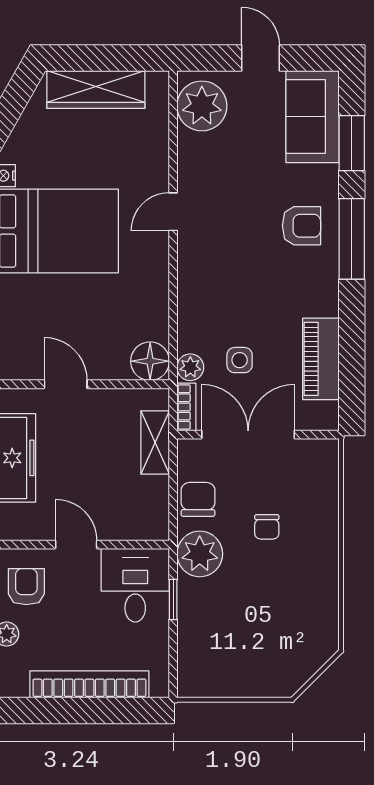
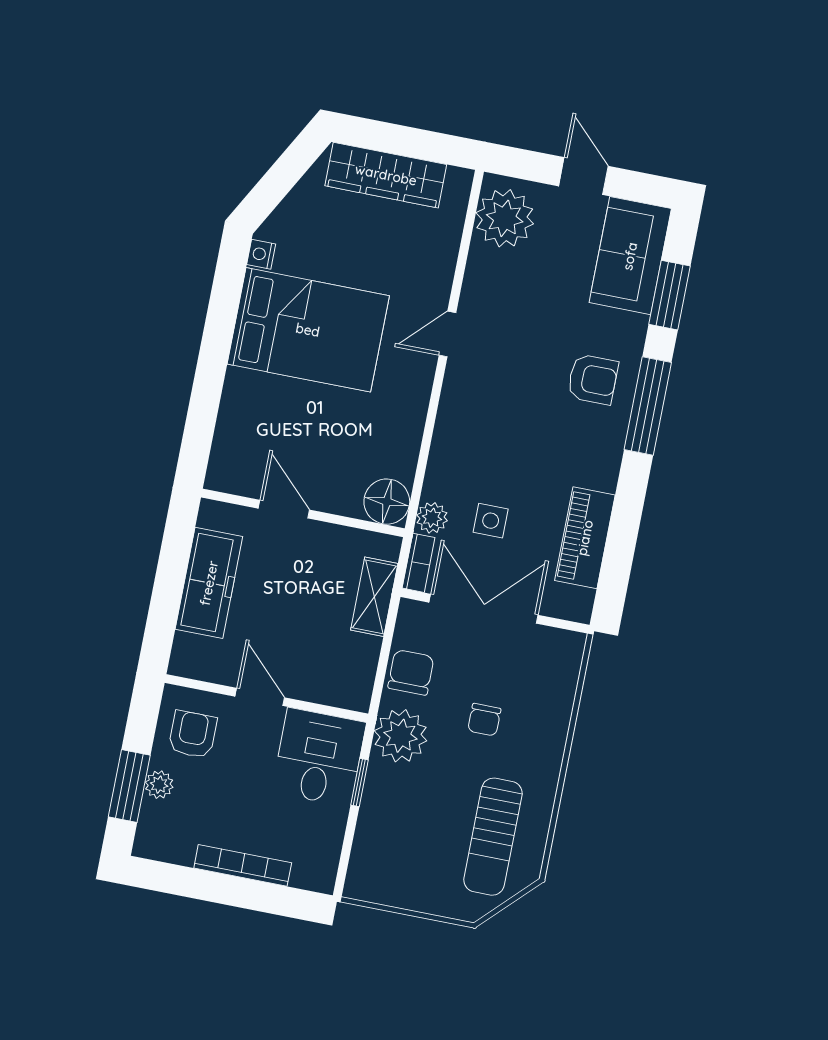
sun lounger: (293, 623) -> (493, 837), added
bookcase: (89, 684) -> (243, 865), width x0.68, depth x0.76

